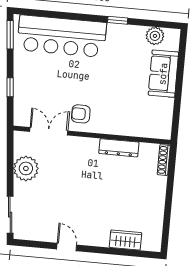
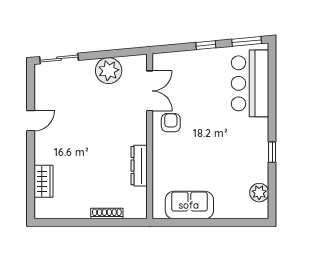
bar counter: (62, 36) -> (250, 83), width x0.73
sofa: (163, 74) -> (189, 205), moved
window: (10, 87) -> (206, 45), moved
shoe rack: (164, 160) -> (107, 214), moved

